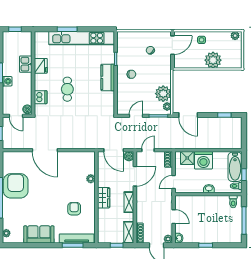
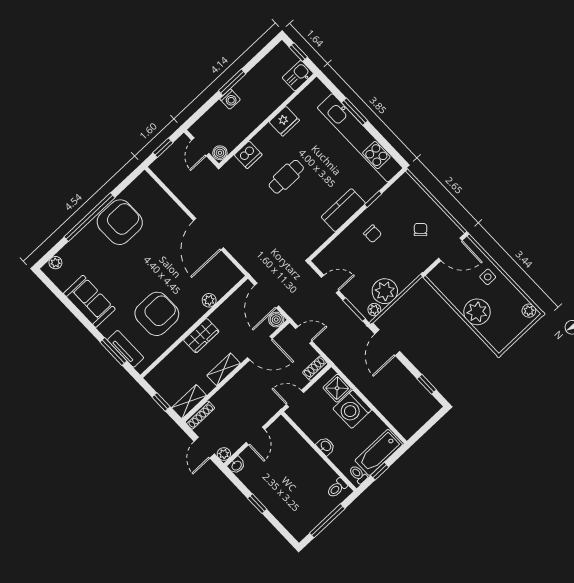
kitchen sink: (26, 64) -> (298, 76), moved
door: (45, 150) -> (209, 234), moved
armchair: (74, 209) -> (157, 314), width x1.88, depth x1.88
tv unit: (77, 238) -> (126, 349), width x0.71

